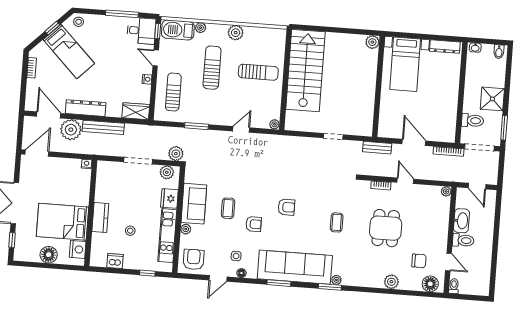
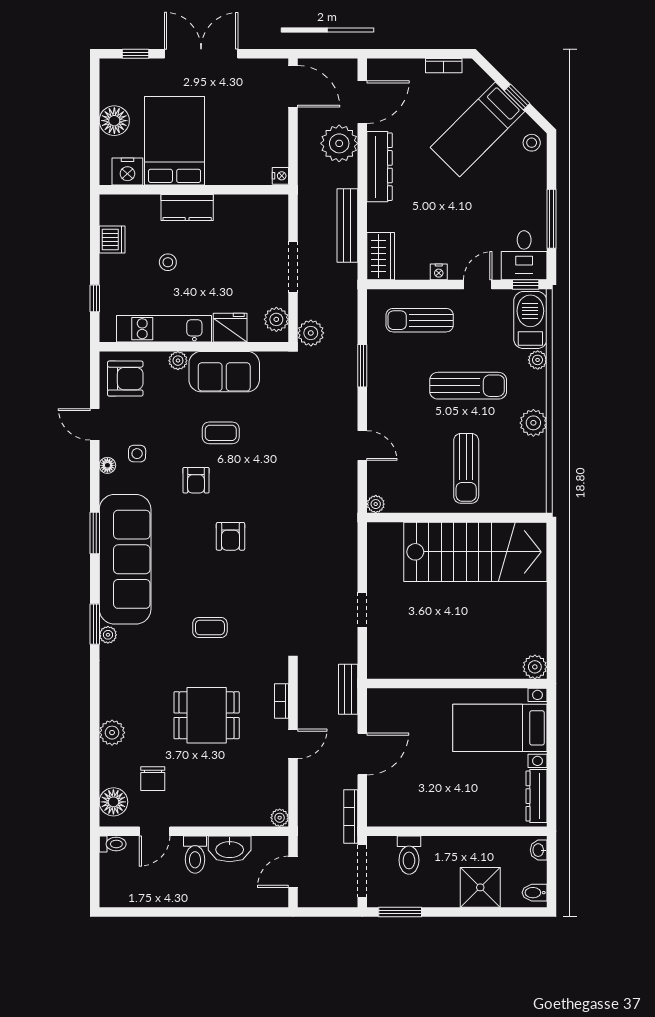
sun lounger: (173, 92) -> (420, 320), turned 180
shower: (492, 99) -> (480, 887), moved
bench: (103, 127) -> (347, 225), moved

